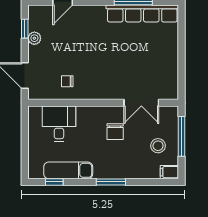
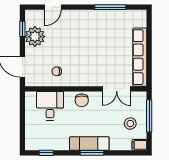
row of seats: (142, 14) -> (140, 57), moved, turned 90
plant: (34, 38) -> (35, 37), width x1.88, depth x1.88
chair: (115, 132) -> (82, 100), moved
exam couch: (68, 170) -> (89, 143), moved

